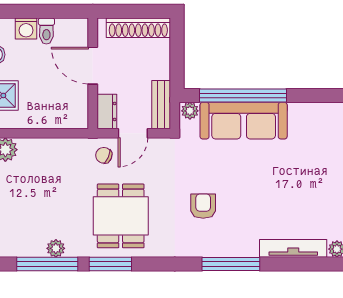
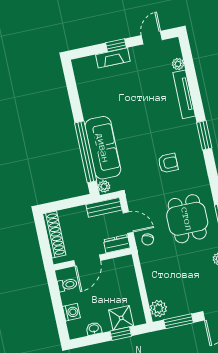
toilet: (46, 31) -> (67, 285), moved
armchair: (203, 206) -> (168, 163), turned 180
dining table: (121, 216) -> (187, 219), turned 90
window: (231, 264) -> (204, 135), width x0.69

